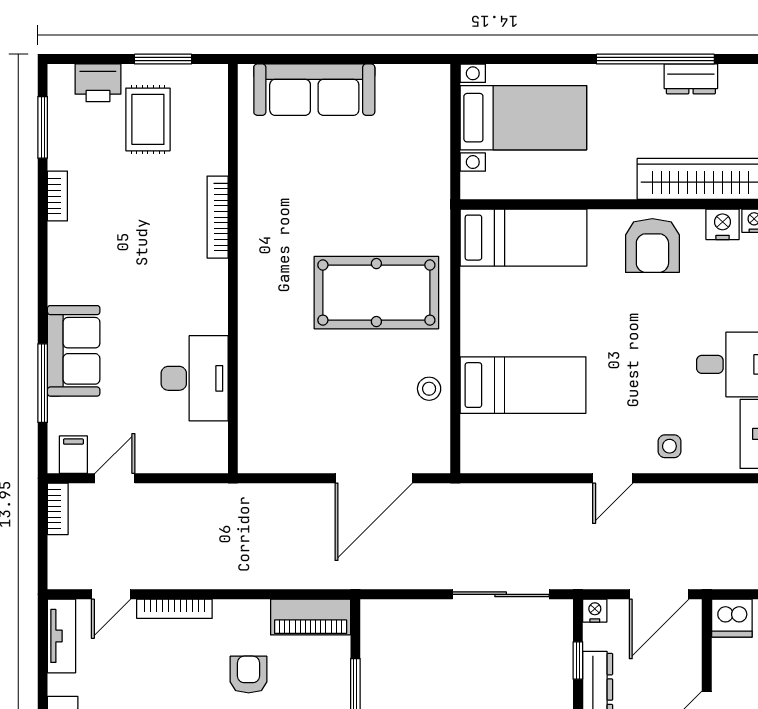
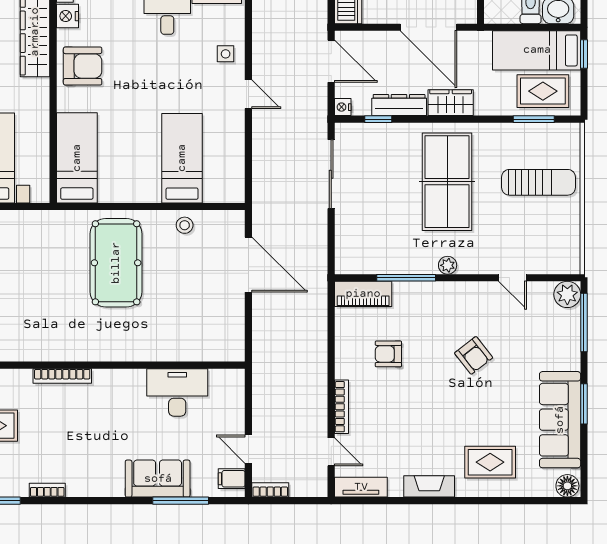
piano: (311, 617) -> (363, 294), moved, turned 90

